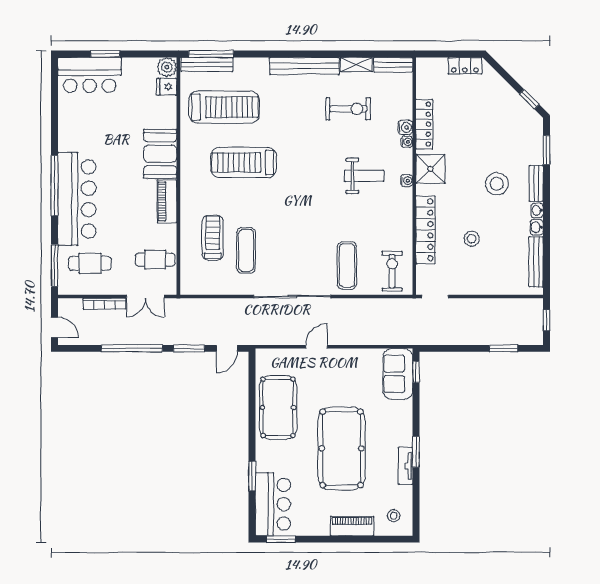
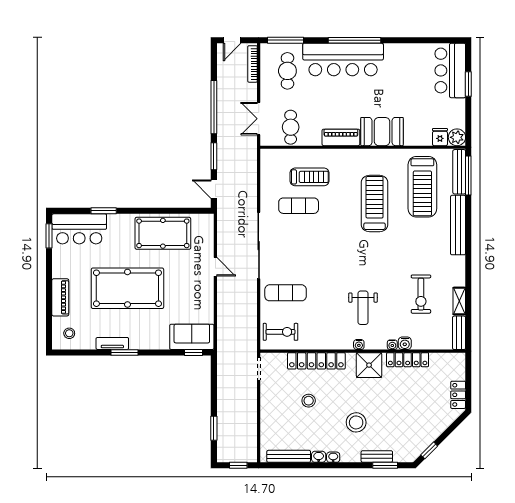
bench: (304, 66) -> (458, 225), moved
bench: (536, 183) -> (377, 456), moved
bookcase: (104, 304) -> (253, 64), moved

